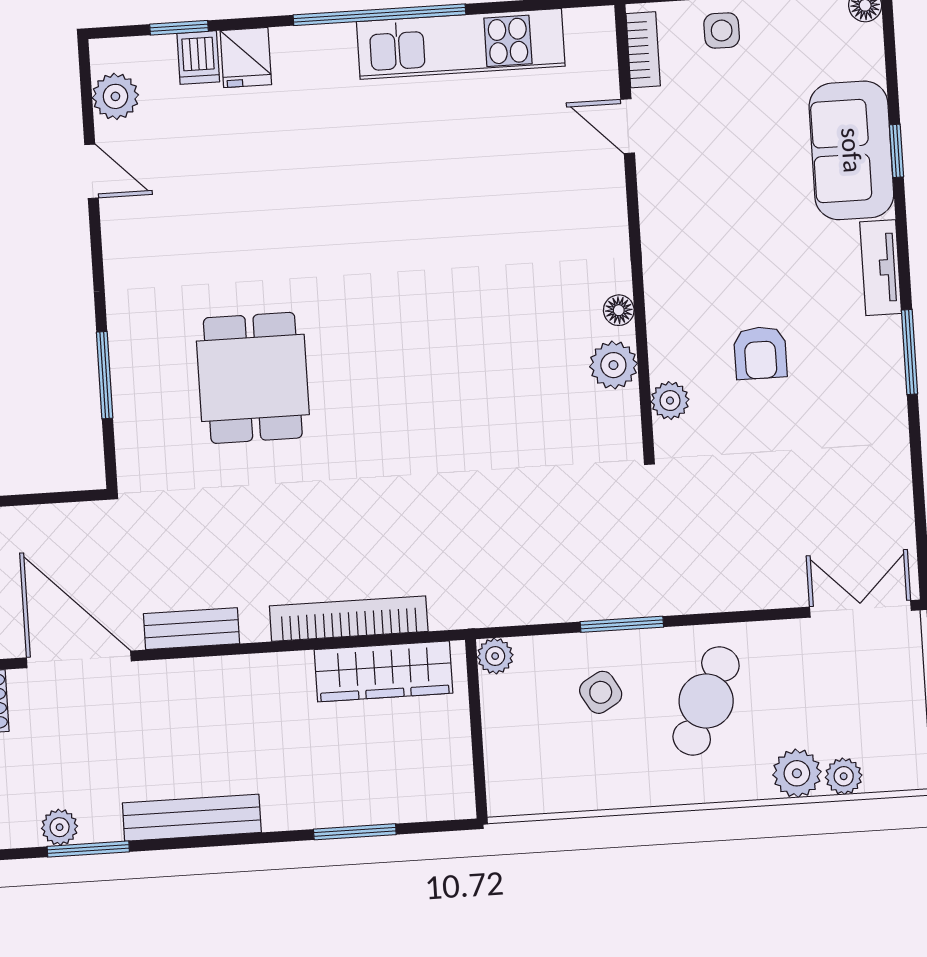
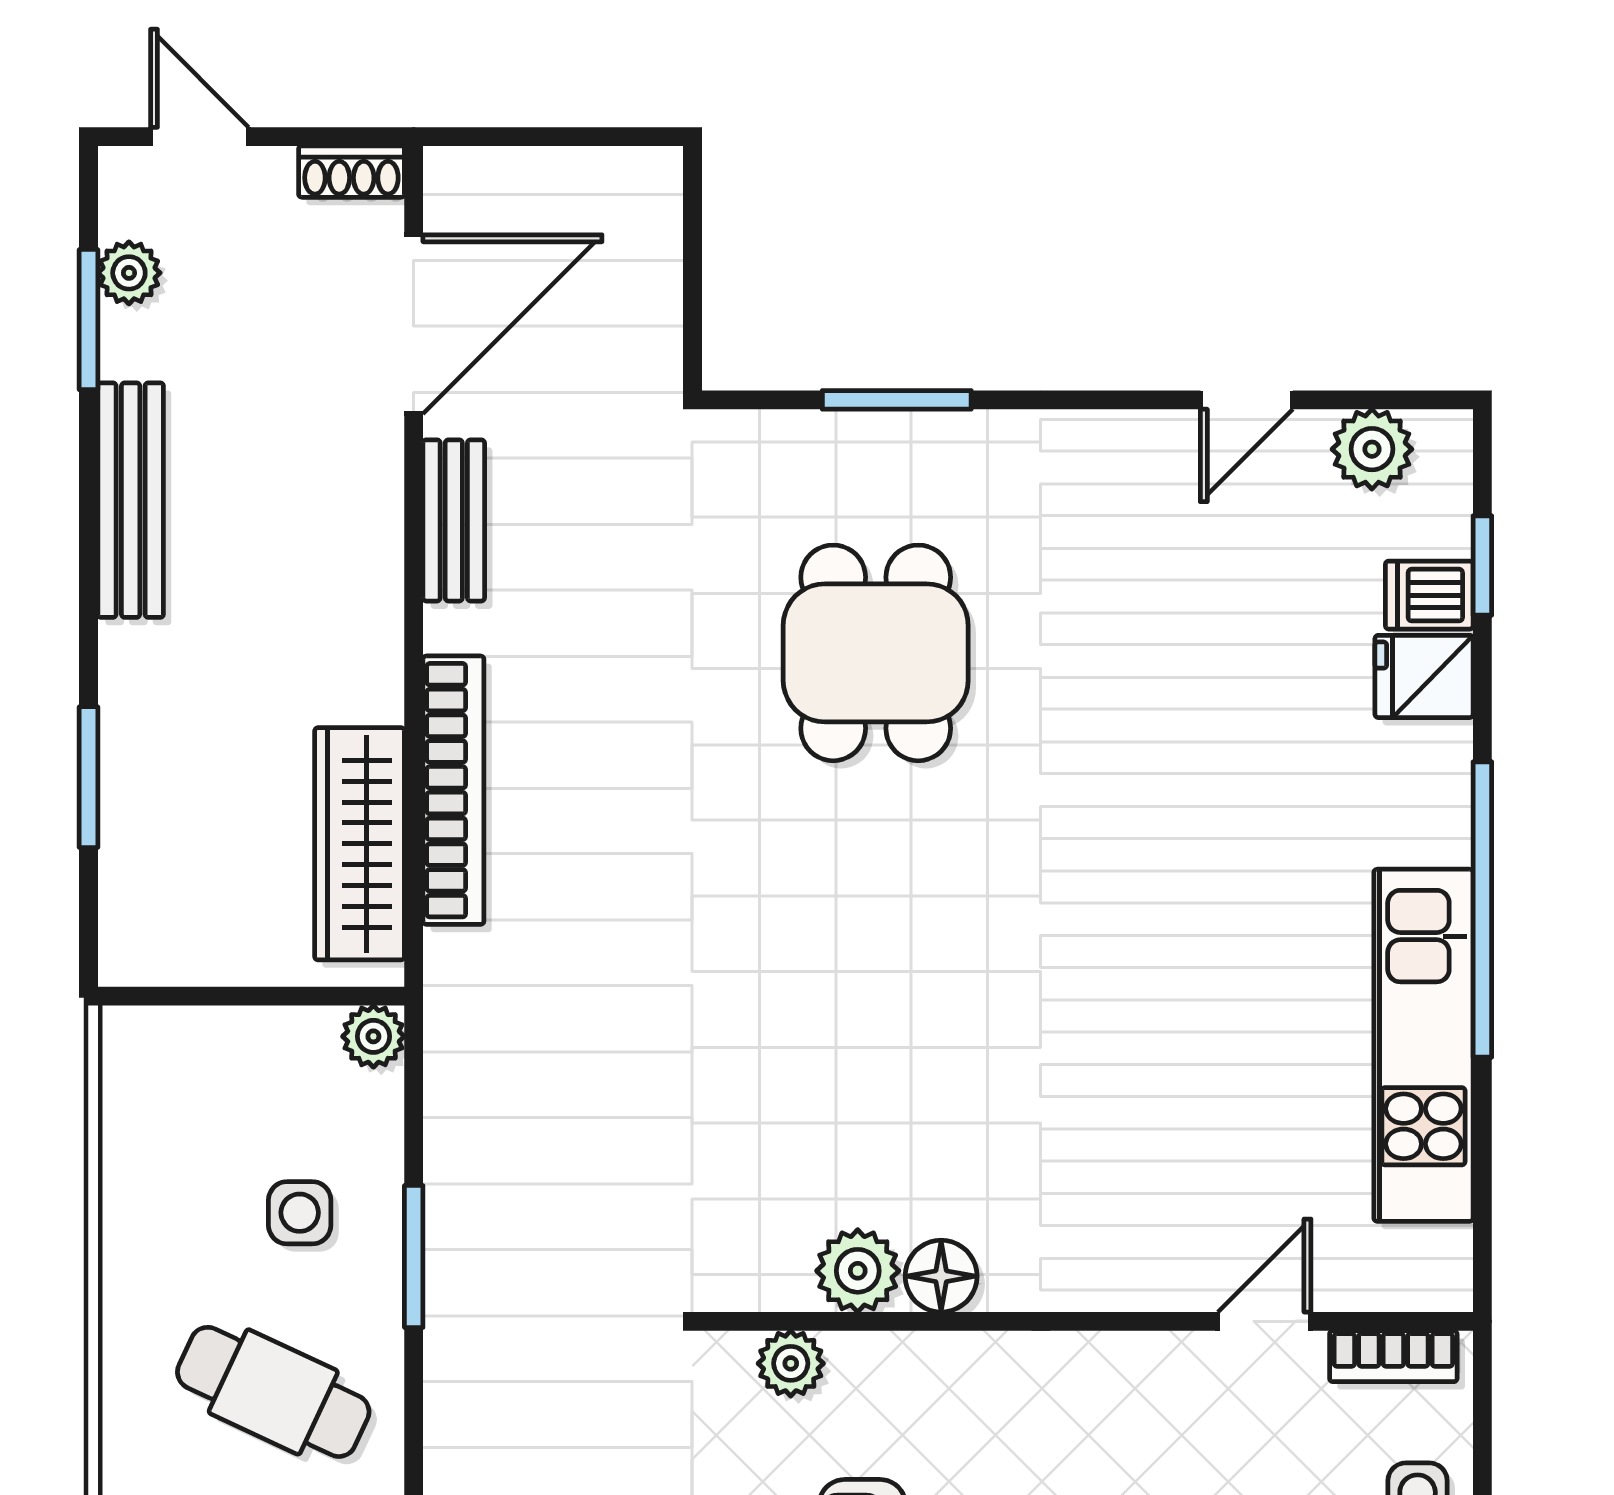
floor lamp: (619, 310) -> (941, 1276), width x1.37, depth x1.37
dining table: (253, 378) -> (876, 653), turned 90
side table: (601, 692) -> (300, 1213), turned 30

